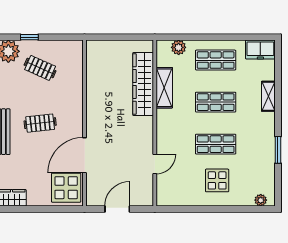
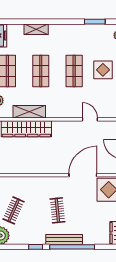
window: (278, 150) -> (95, 22), moved
door: (85, 155) -> (83, 175), swing flipped

